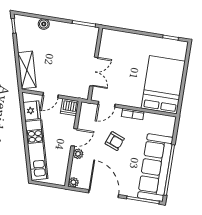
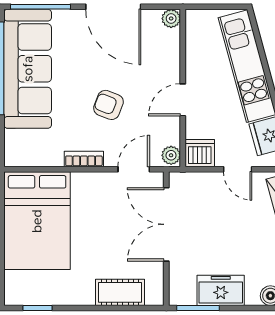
freezer: (70, 31) -> (221, 290), added
cot: (125, 39) -> (120, 292), added
double door: (94, 72) -> (166, 224), width x1.37
door: (51, 95) -> (238, 169), swing flipped
plant: (78, 154) -> (171, 155), moved

